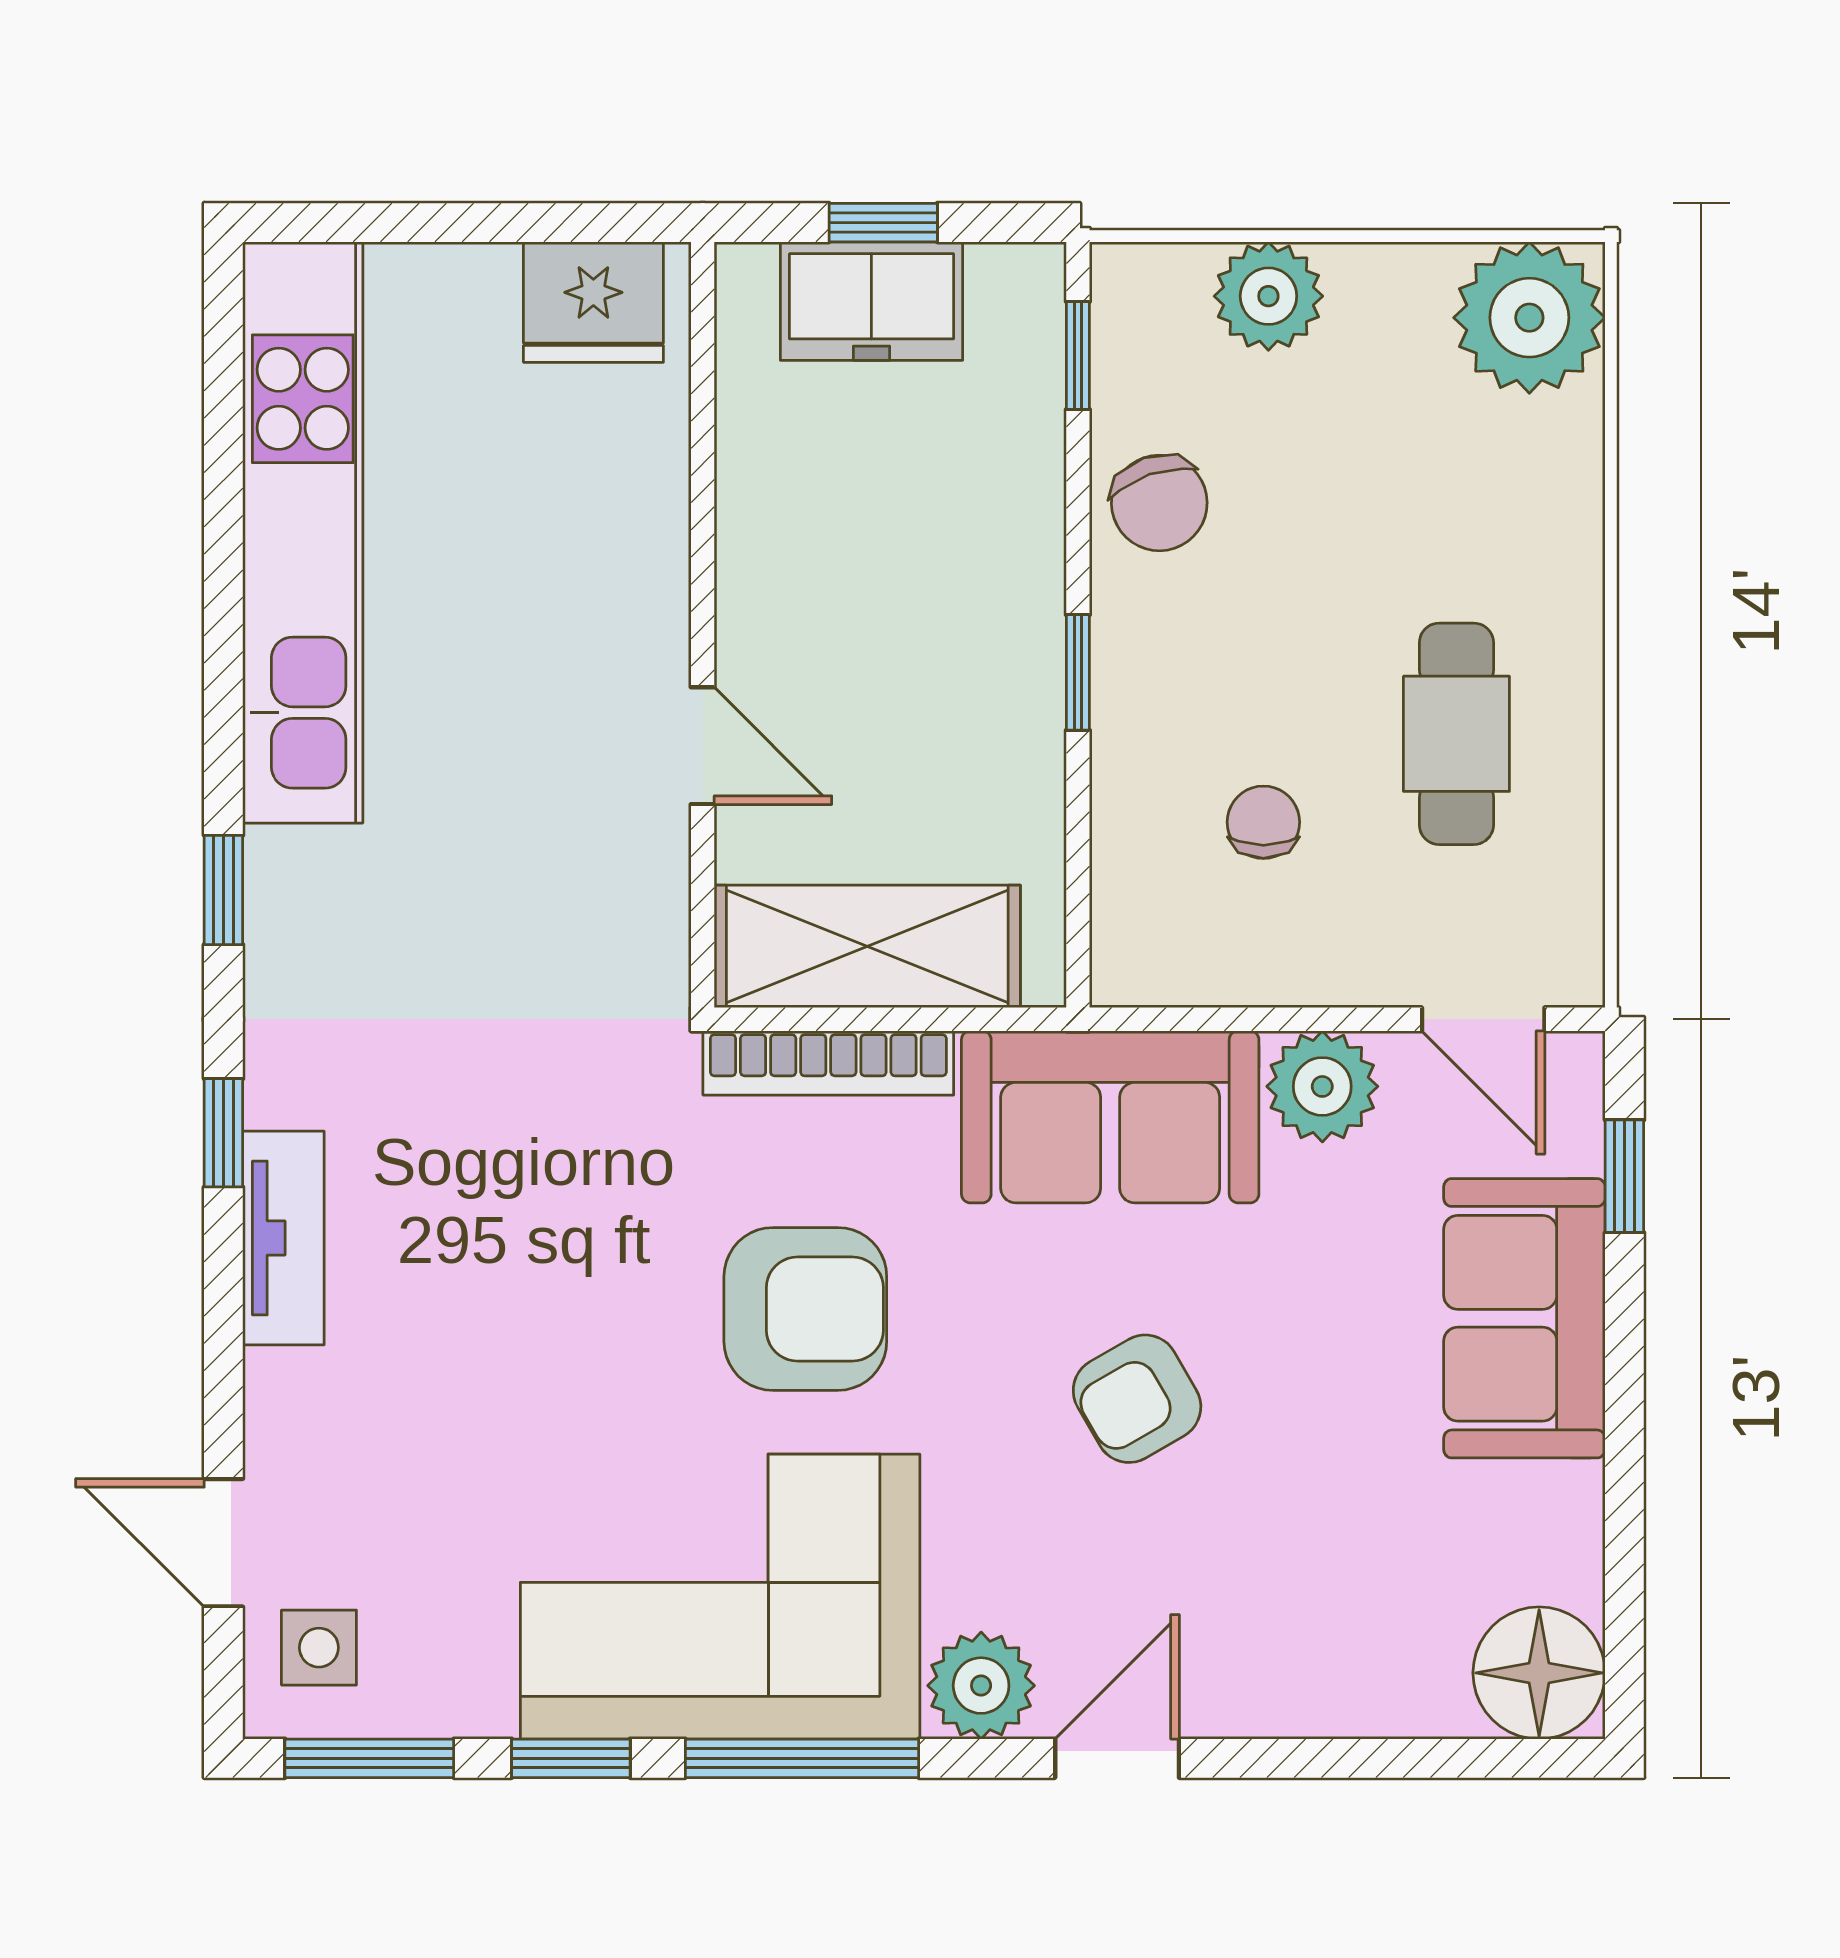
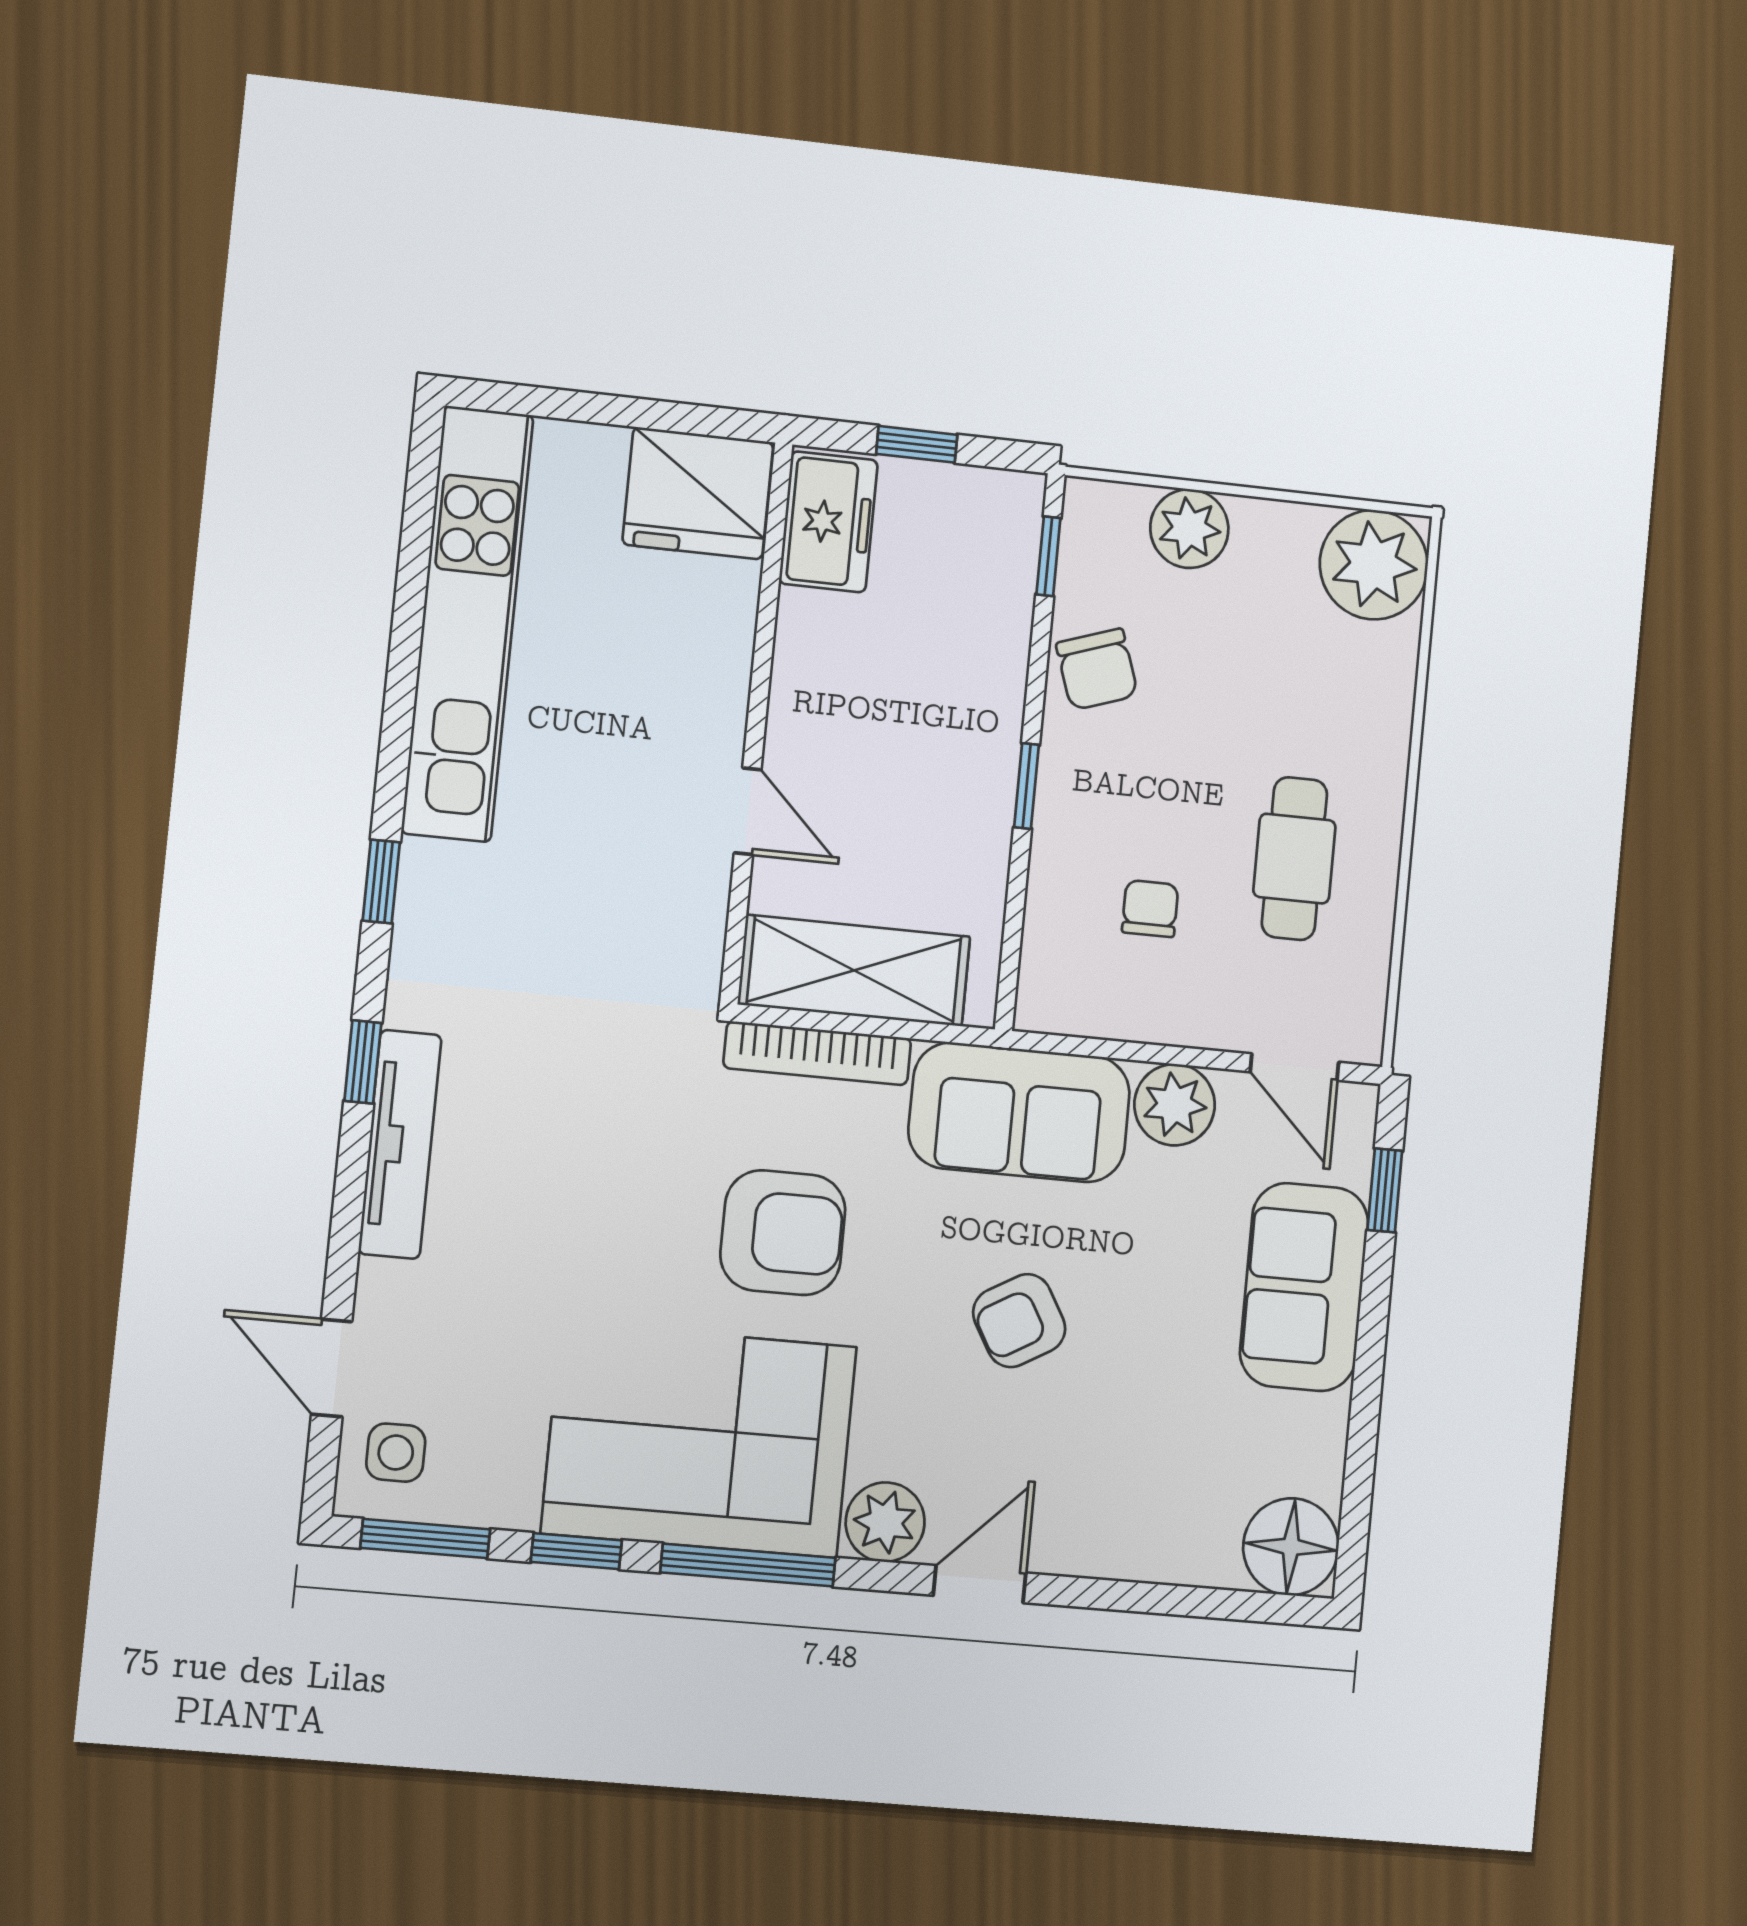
freezer: (871, 301) -> (828, 522), moved, turned -90
fridge: (593, 302) -> (698, 493), width x1.36, depth x1.34
tv unit: (283, 1238) -> (400, 1144), width x1.41

